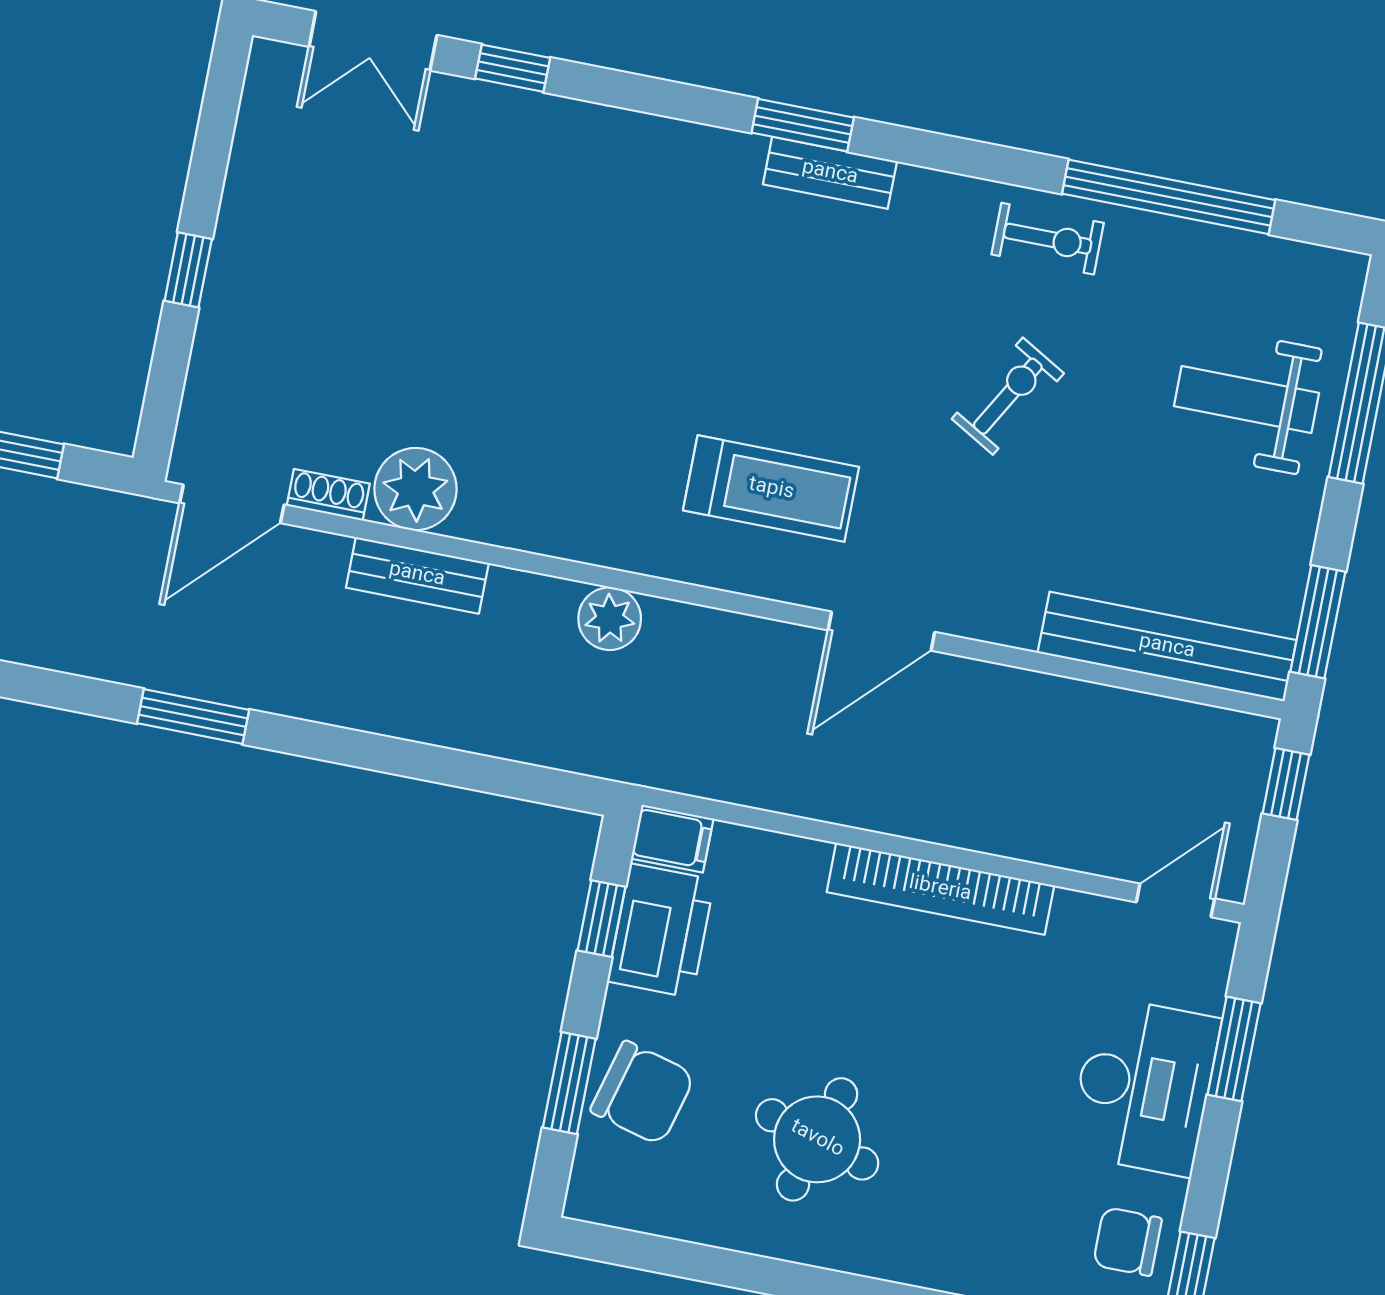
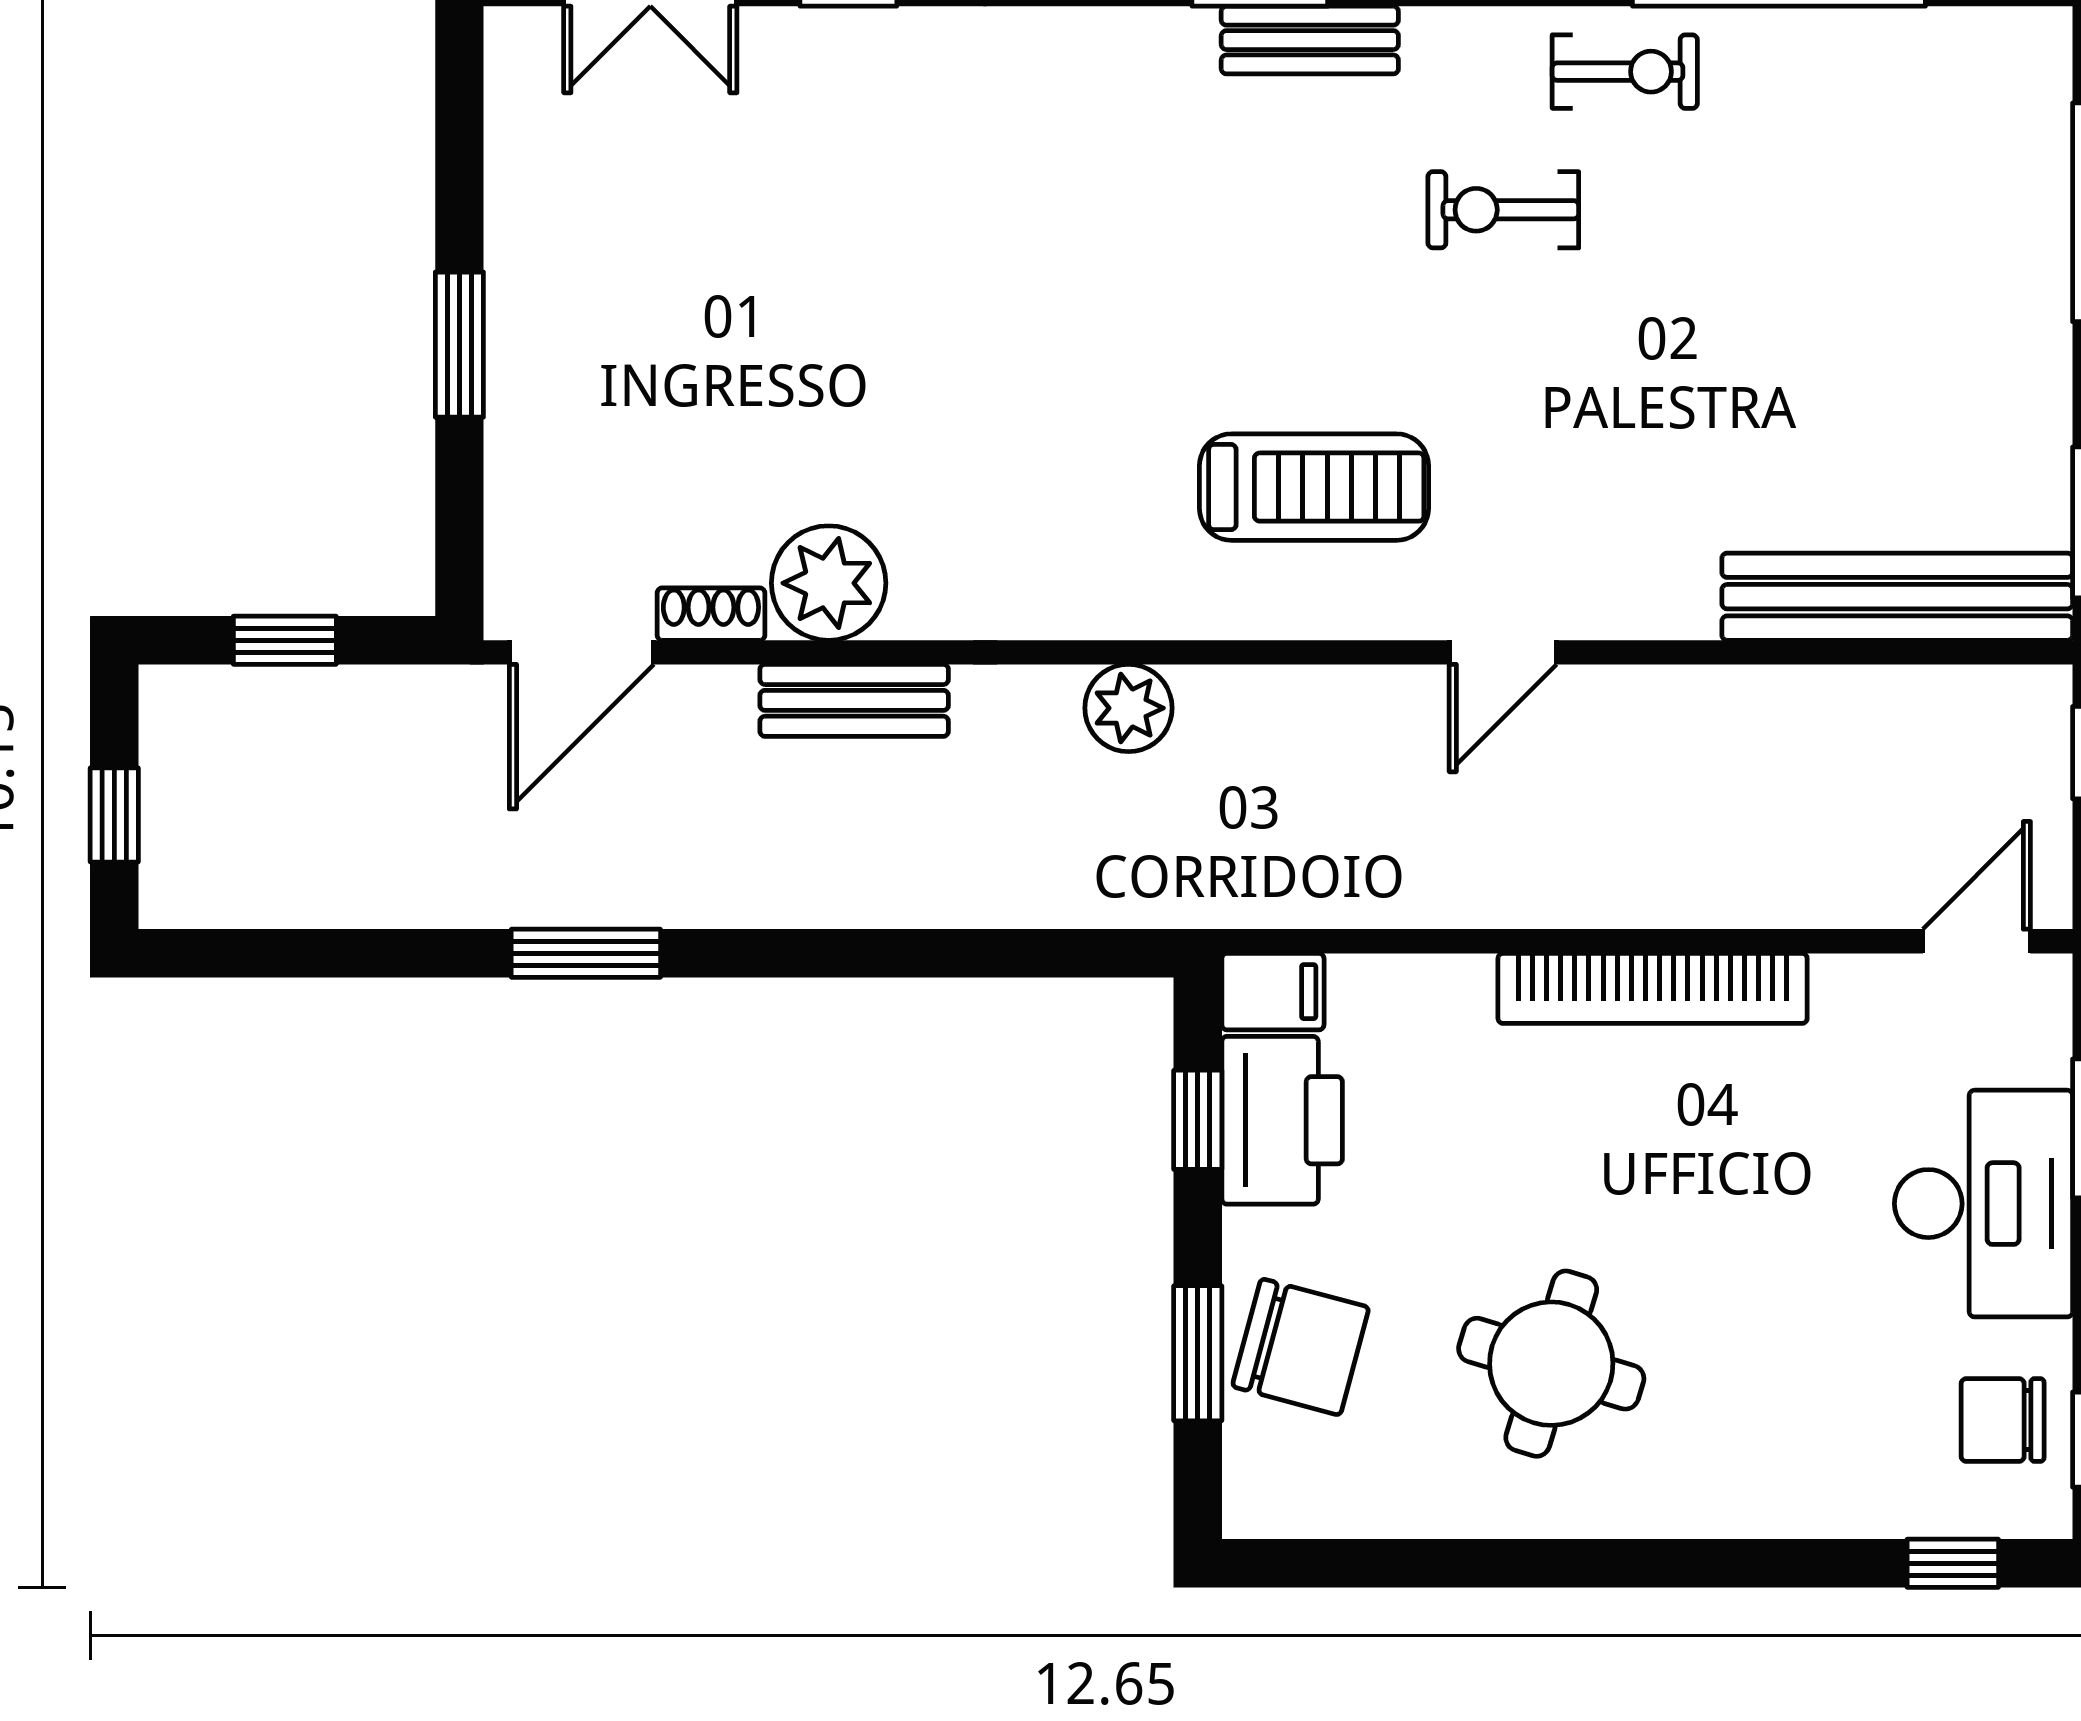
window: (188, 270) -> (459, 345), width x1.50
exercise bike: (1008, 396) -> (1503, 210), moved, turned -120
weight bench: (1247, 399) -> (1940, 238), removed
door: (881, 631) -> (1503, 652), width x0.73

